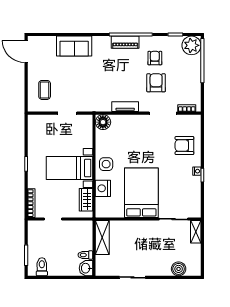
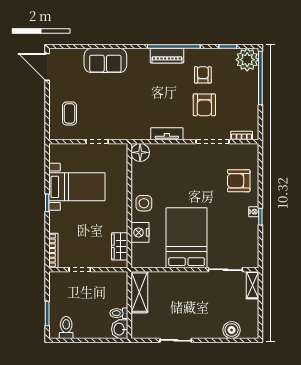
armchair: (156, 83) -> (204, 105), turned 180
bed with nightstands: (69, 168) -> (77, 187), moved, turned 180

